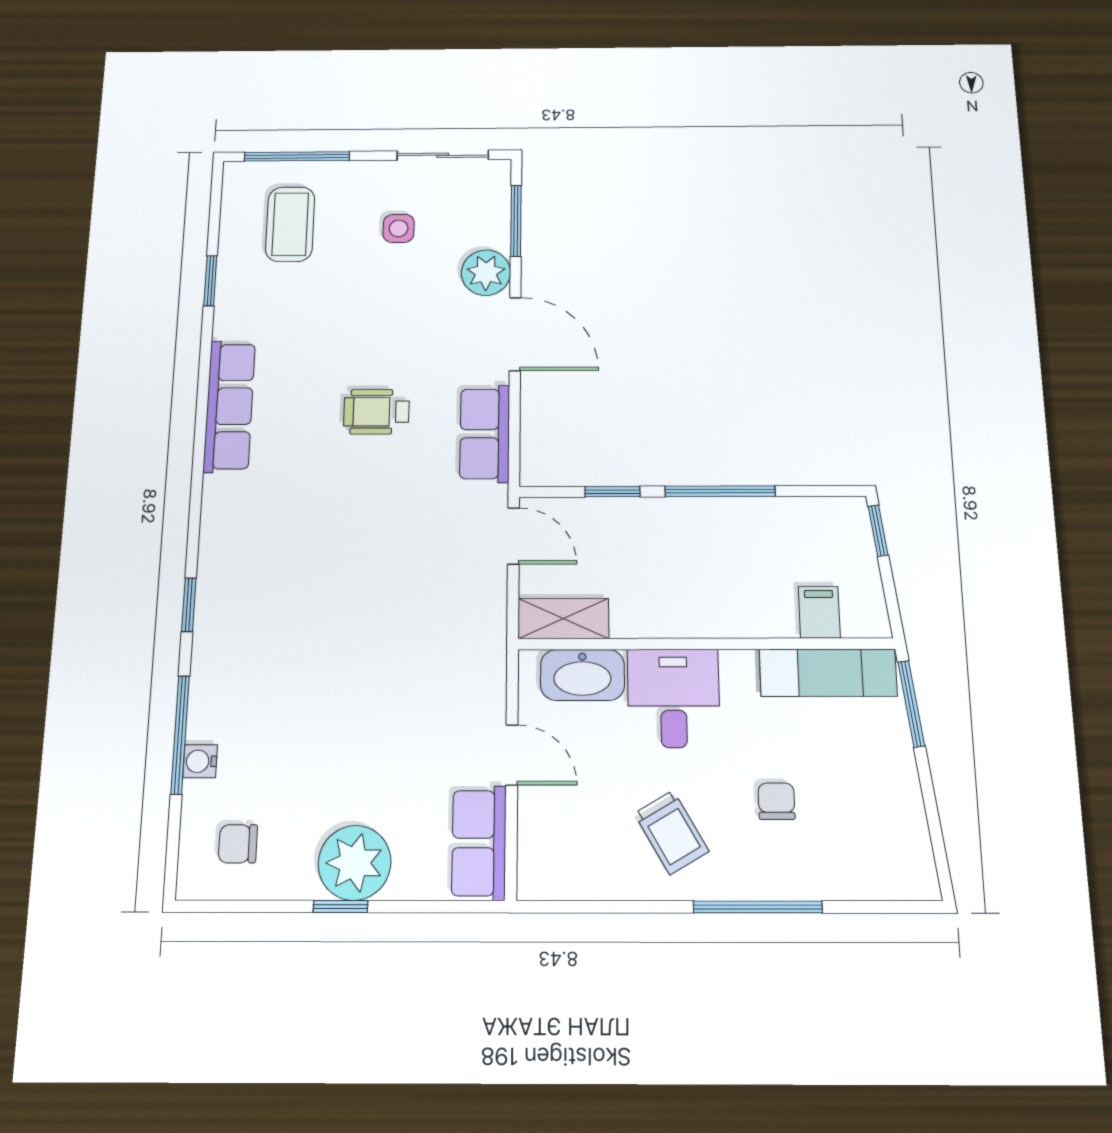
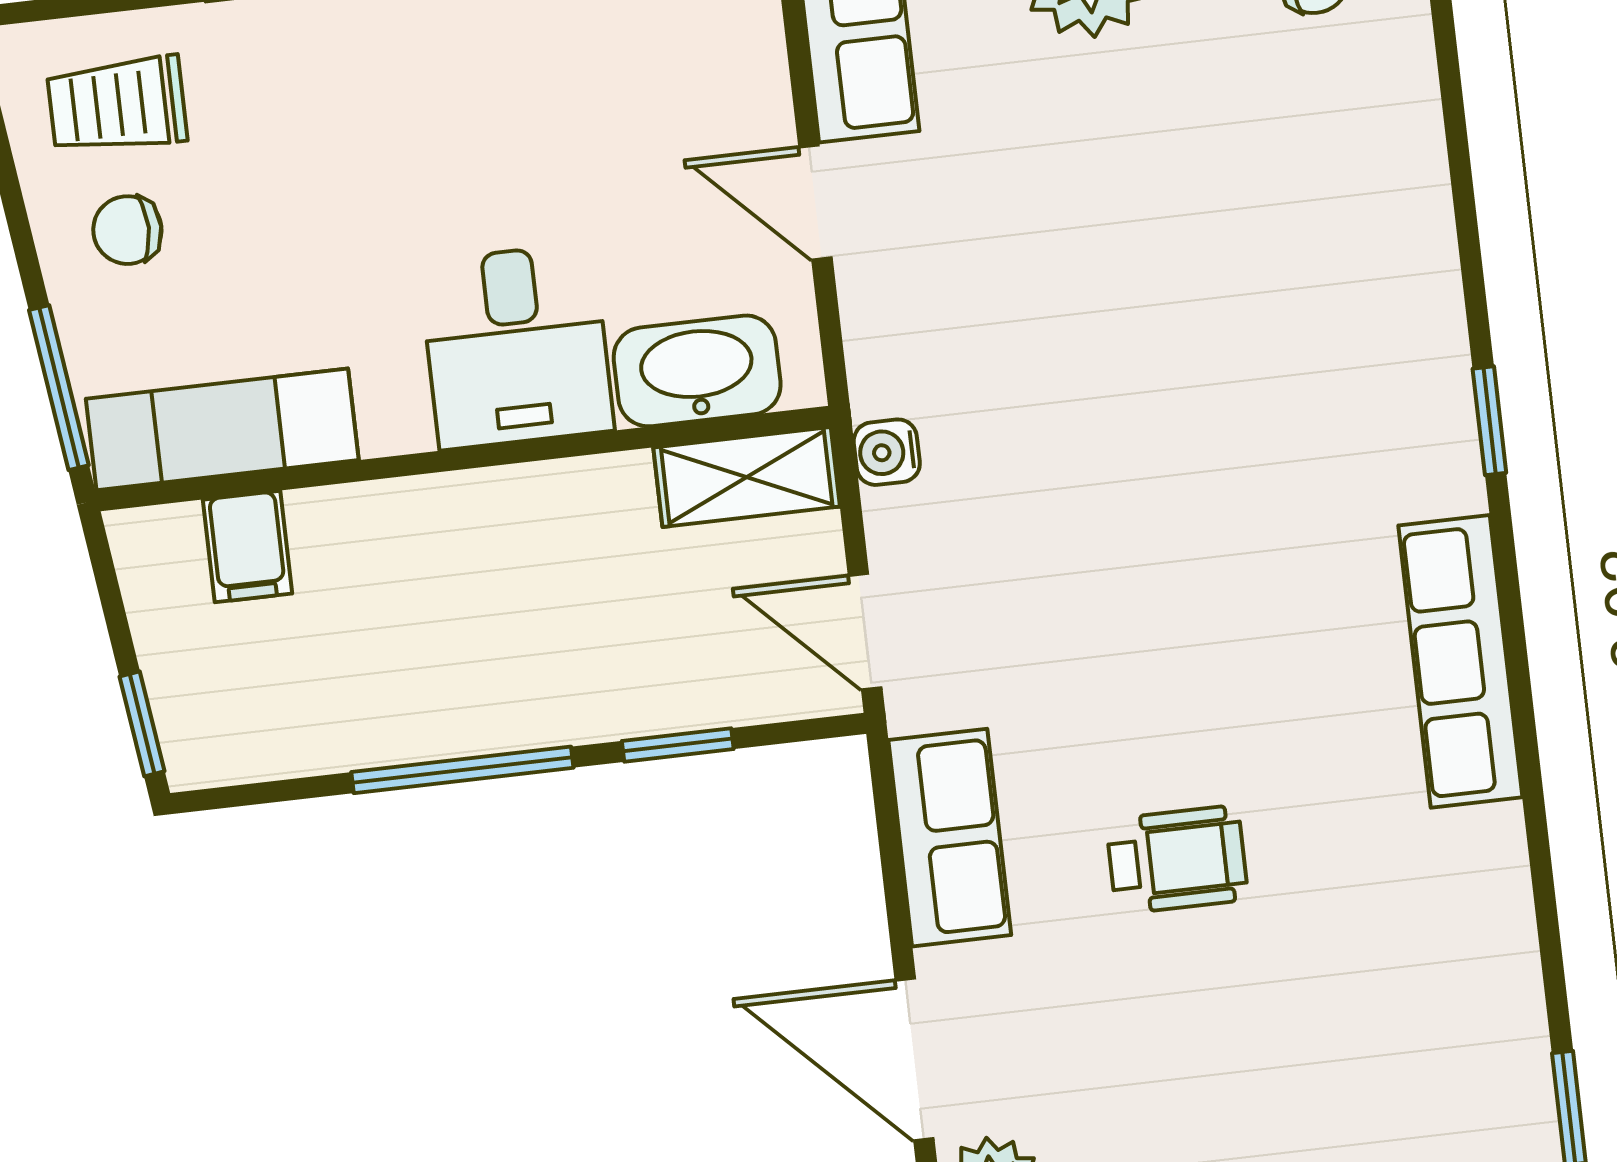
row of seats: (229, 406) -> (1460, 661), moved
window: (180, 735) -> (1460, 167), removed
water cooler: (200, 761) -> (887, 452), moved, turned 180
chair: (776, 801) -> (127, 230), moved, turned 90
trolley: (672, 832) -> (117, 105), moved, turned -60

